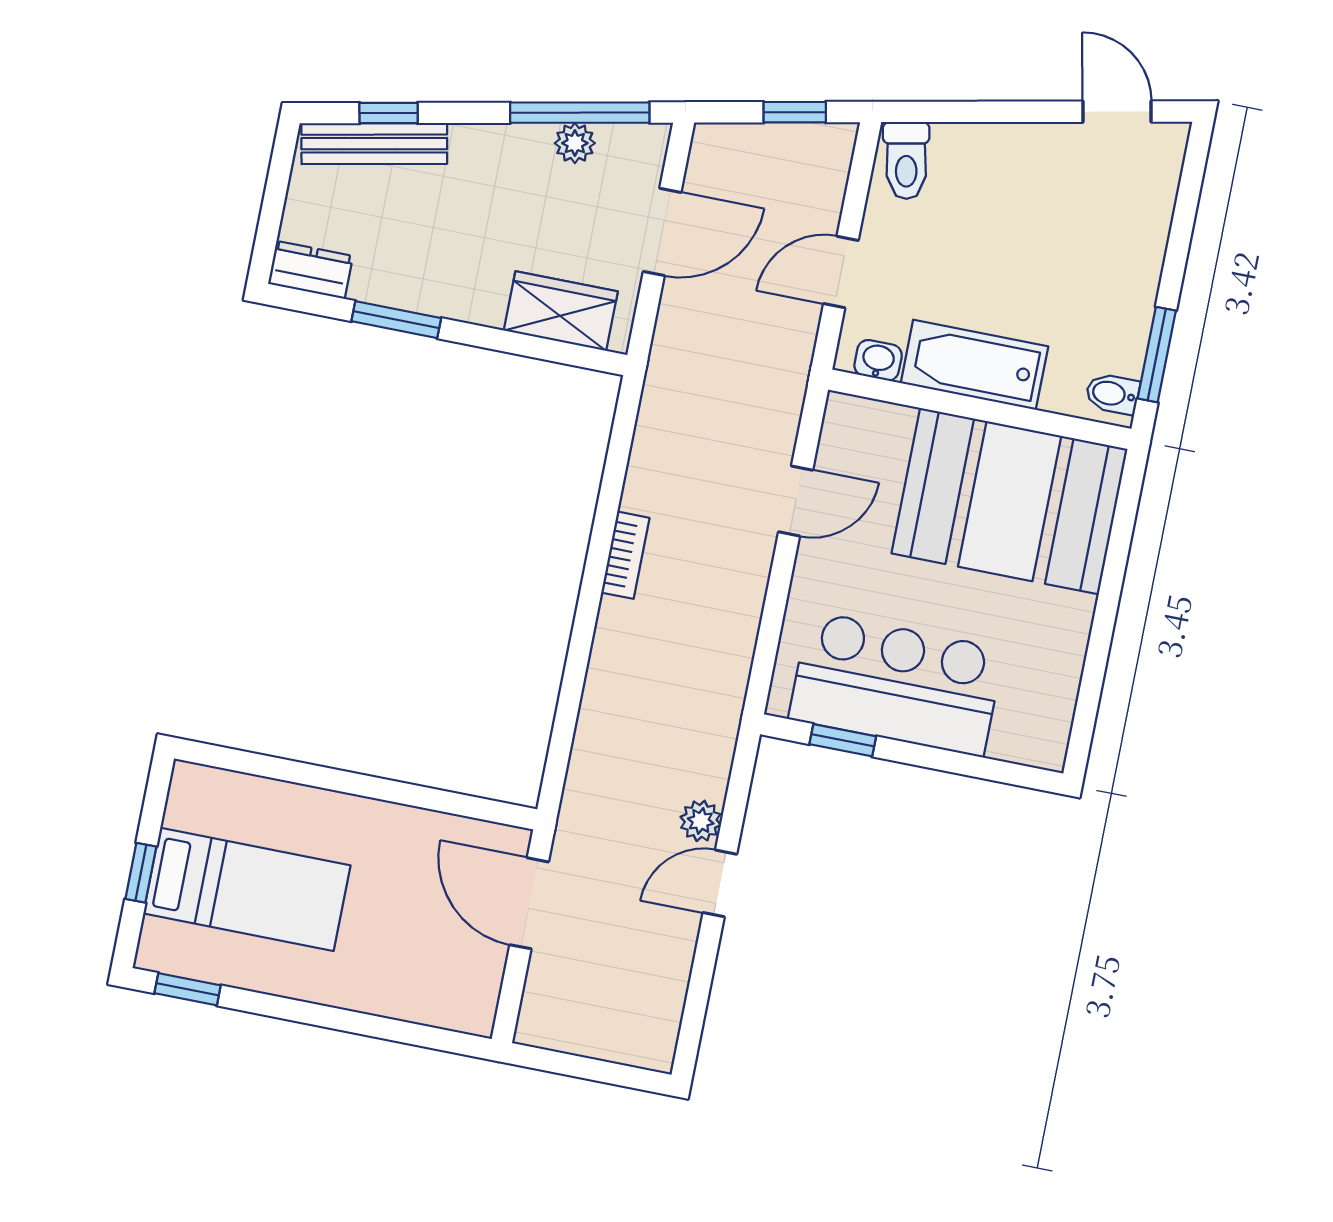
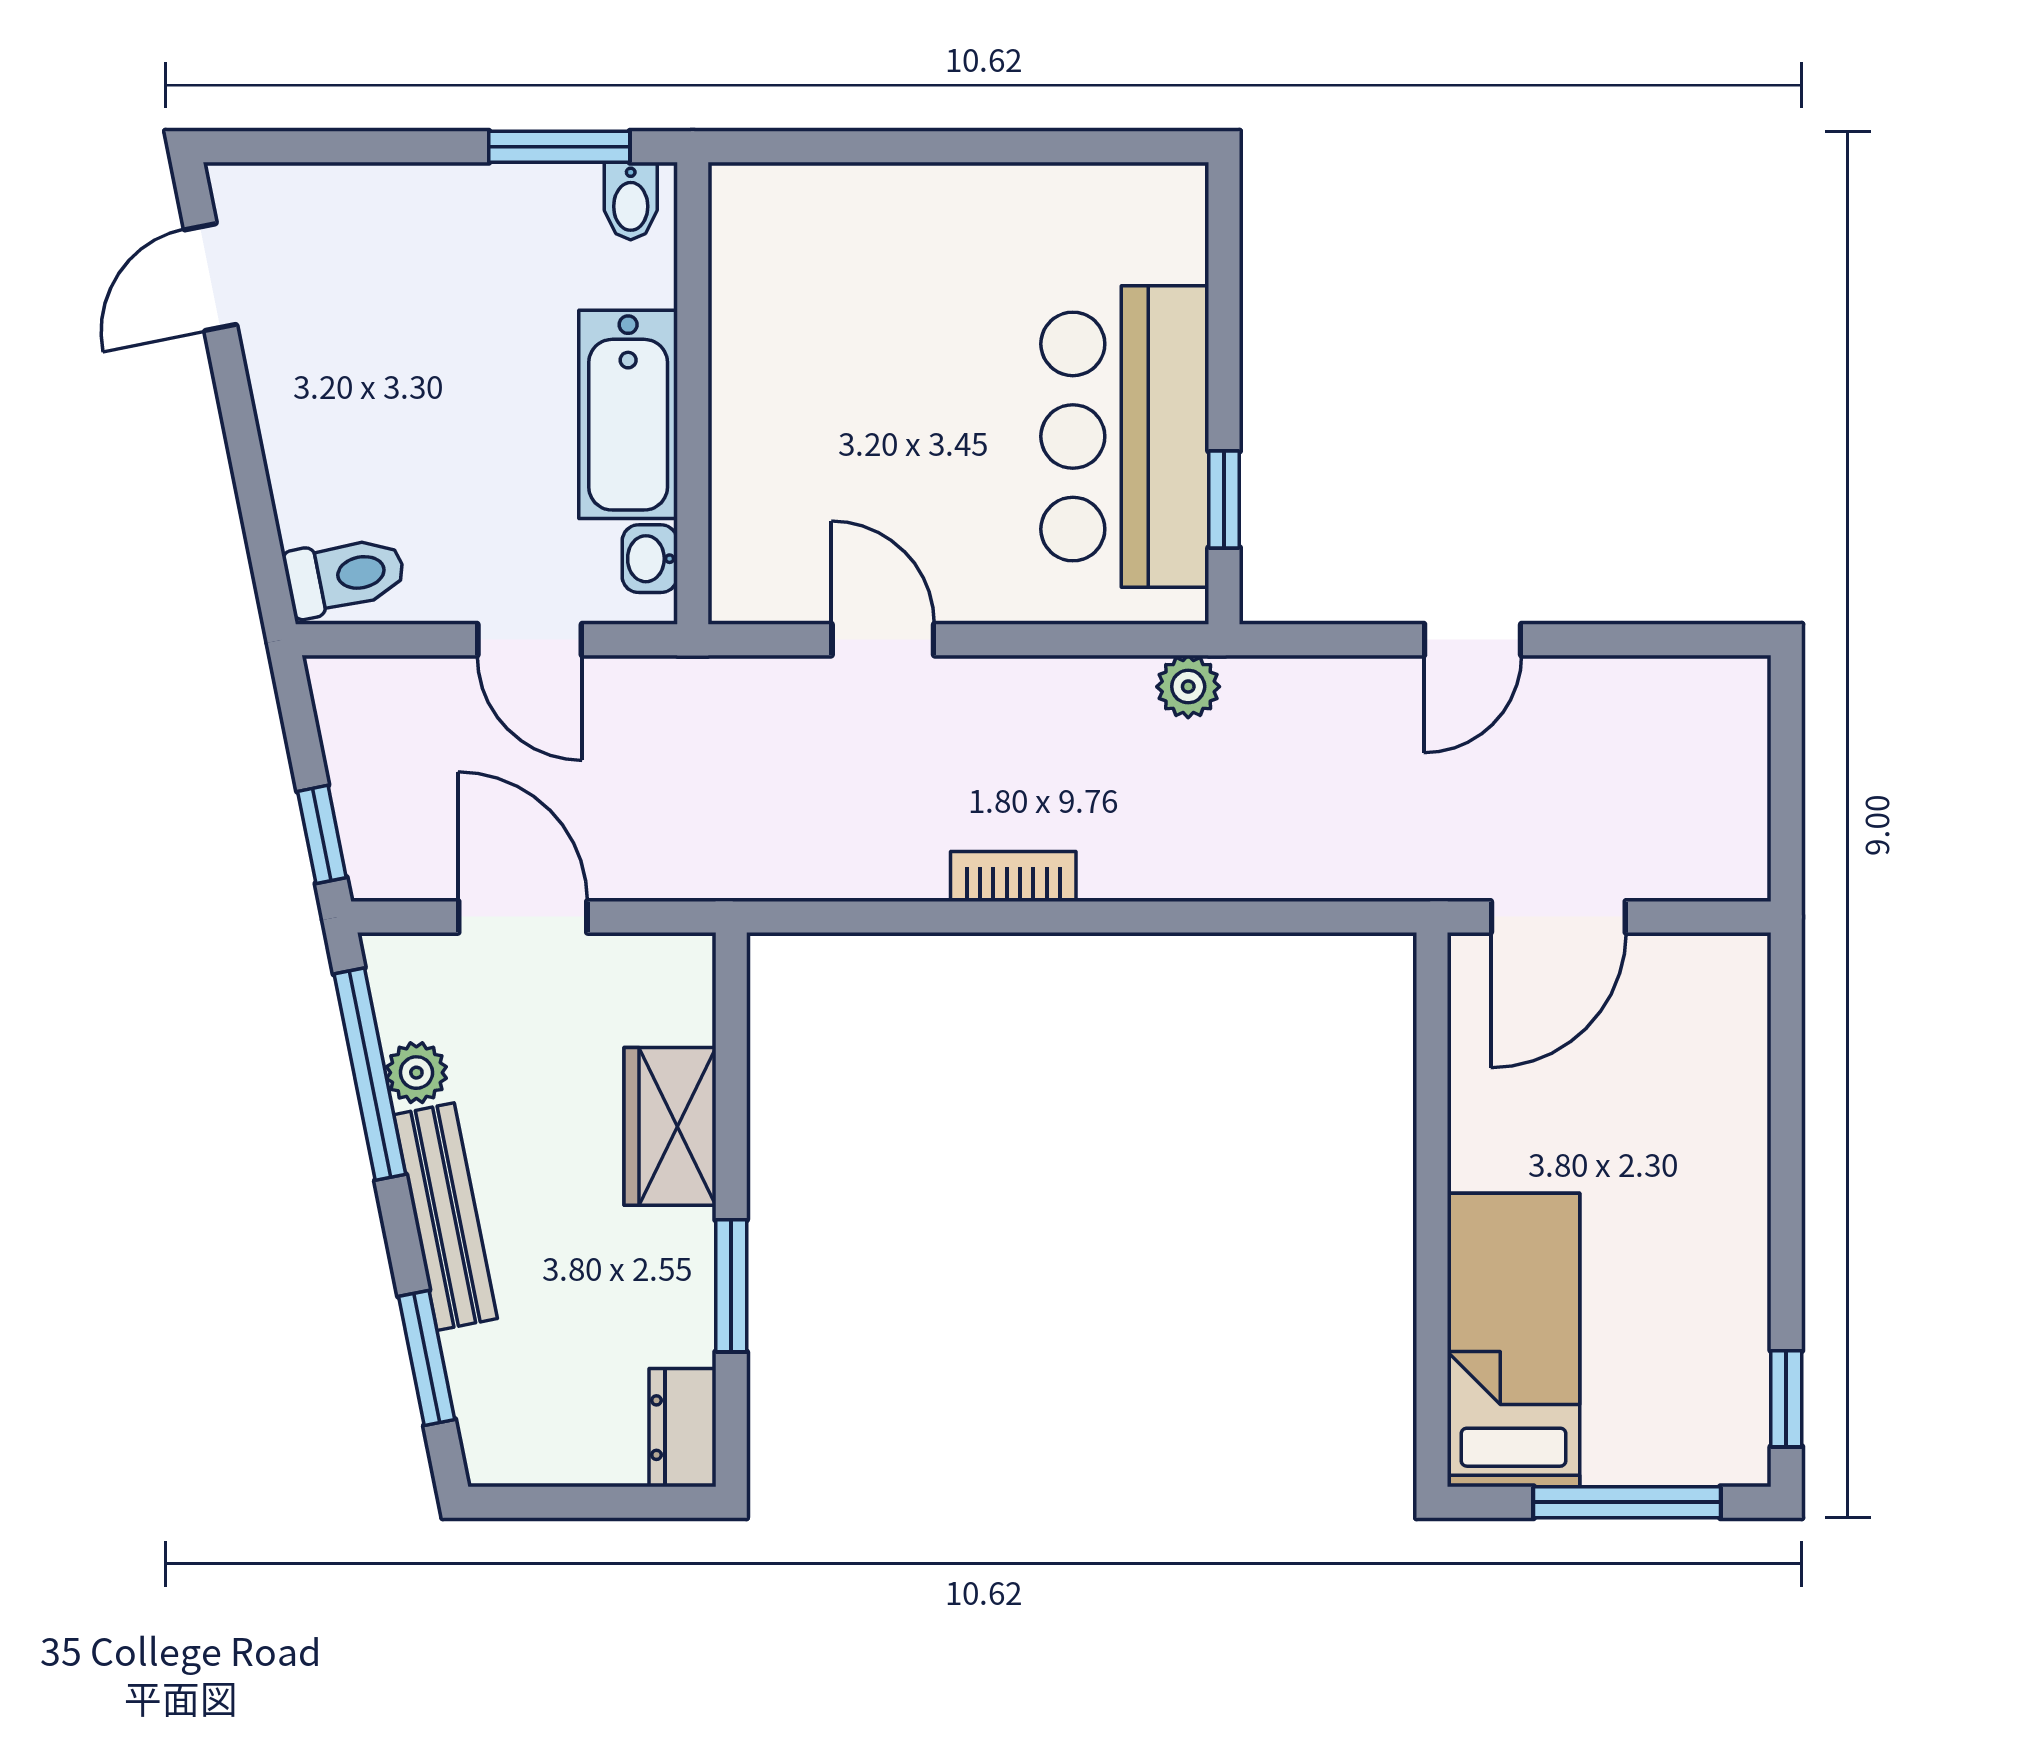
window: (795, 112) -> (322, 834), moved
window: (389, 113) -> (427, 1358), width x1.50
bench: (374, 144) -> (446, 1217), moved
wardrobe: (561, 311) -> (670, 1126), moved
booth: (1010, 501) -> (820, 322), removed
plant: (701, 821) -> (1188, 687), moved
window: (141, 873) -> (1627, 1502), width x2.17
door: (720, 883) -> (1473, 640), hinge flipped
bed: (247, 889) -> (1514, 1340), moved

